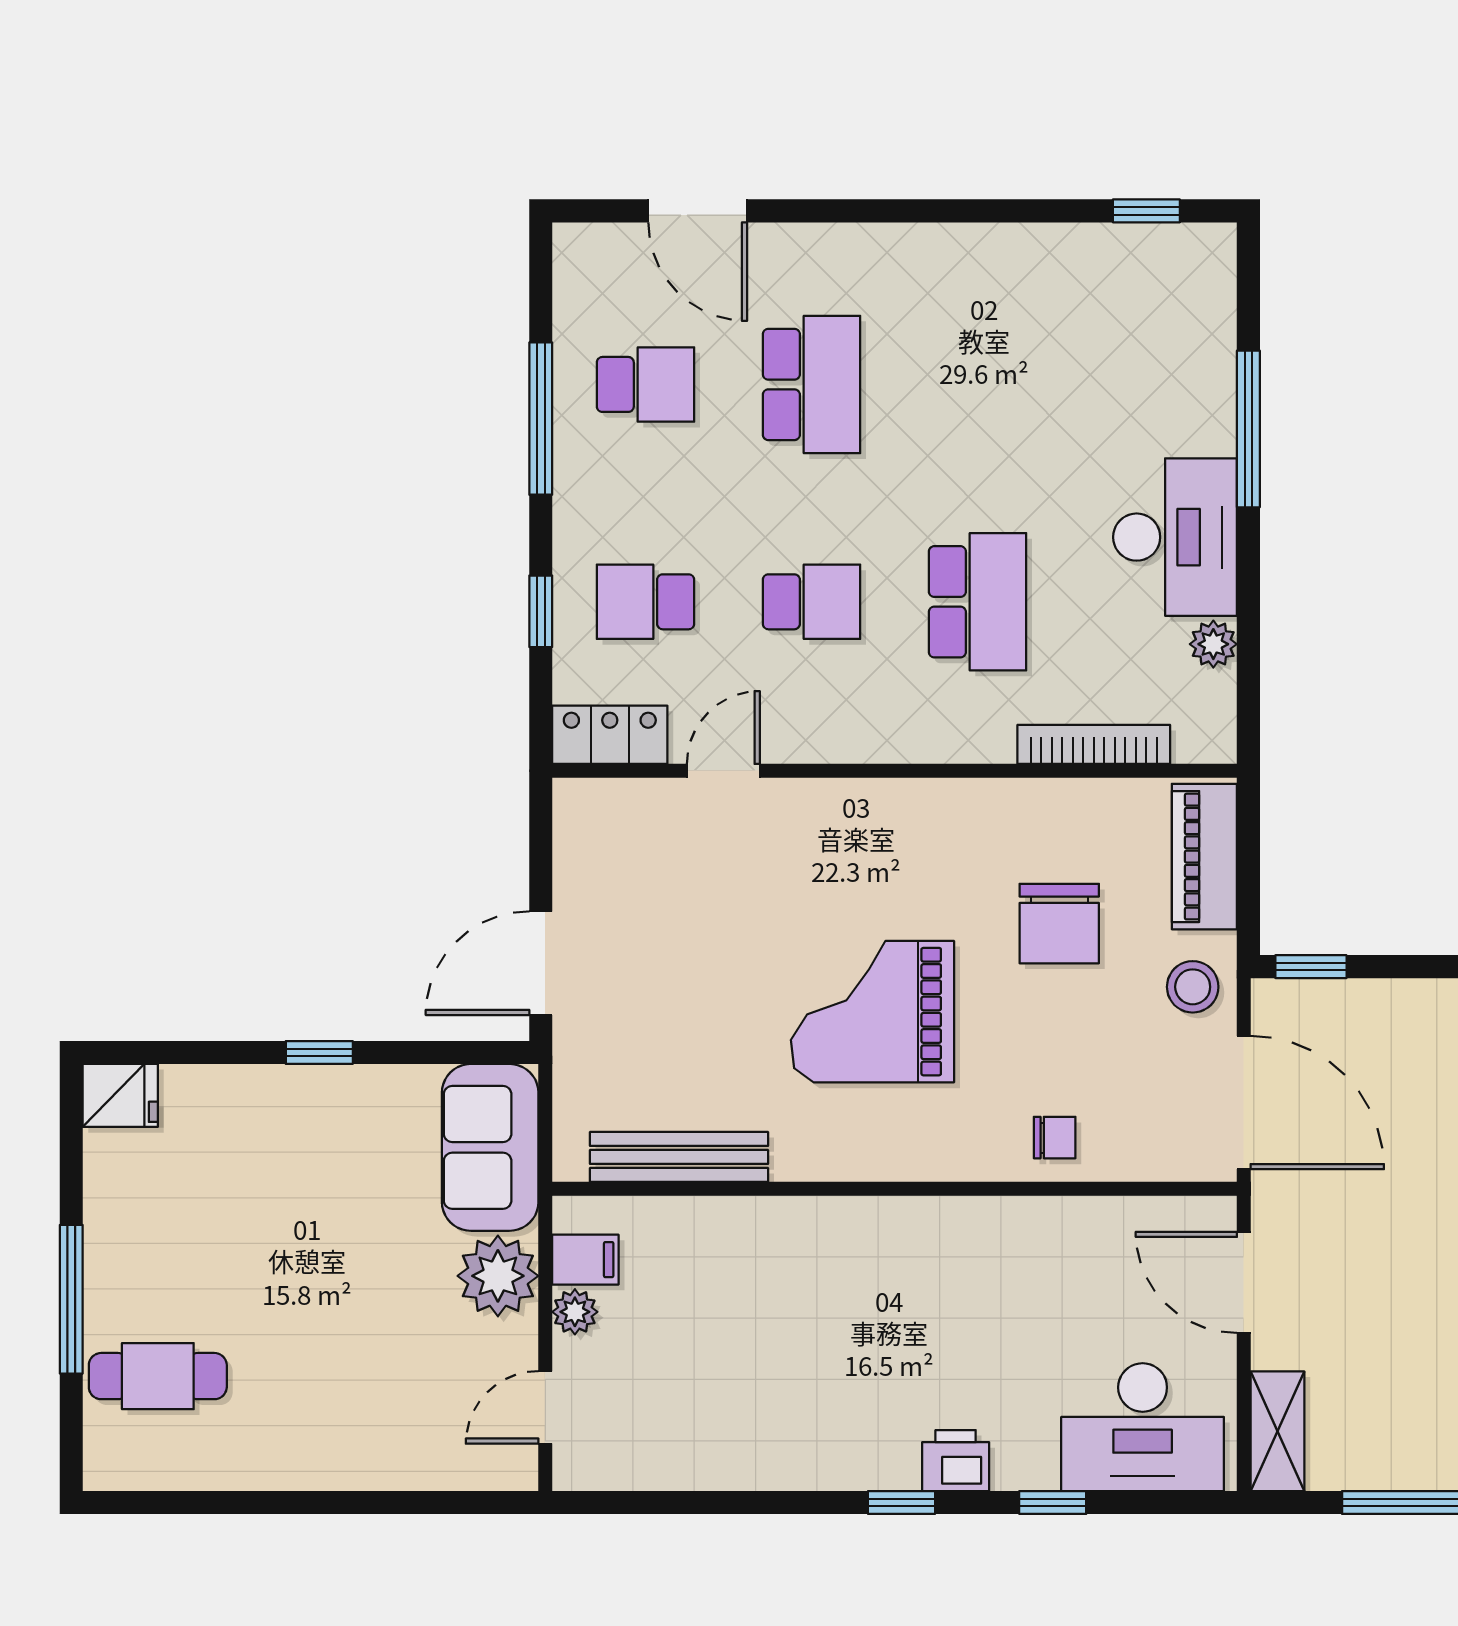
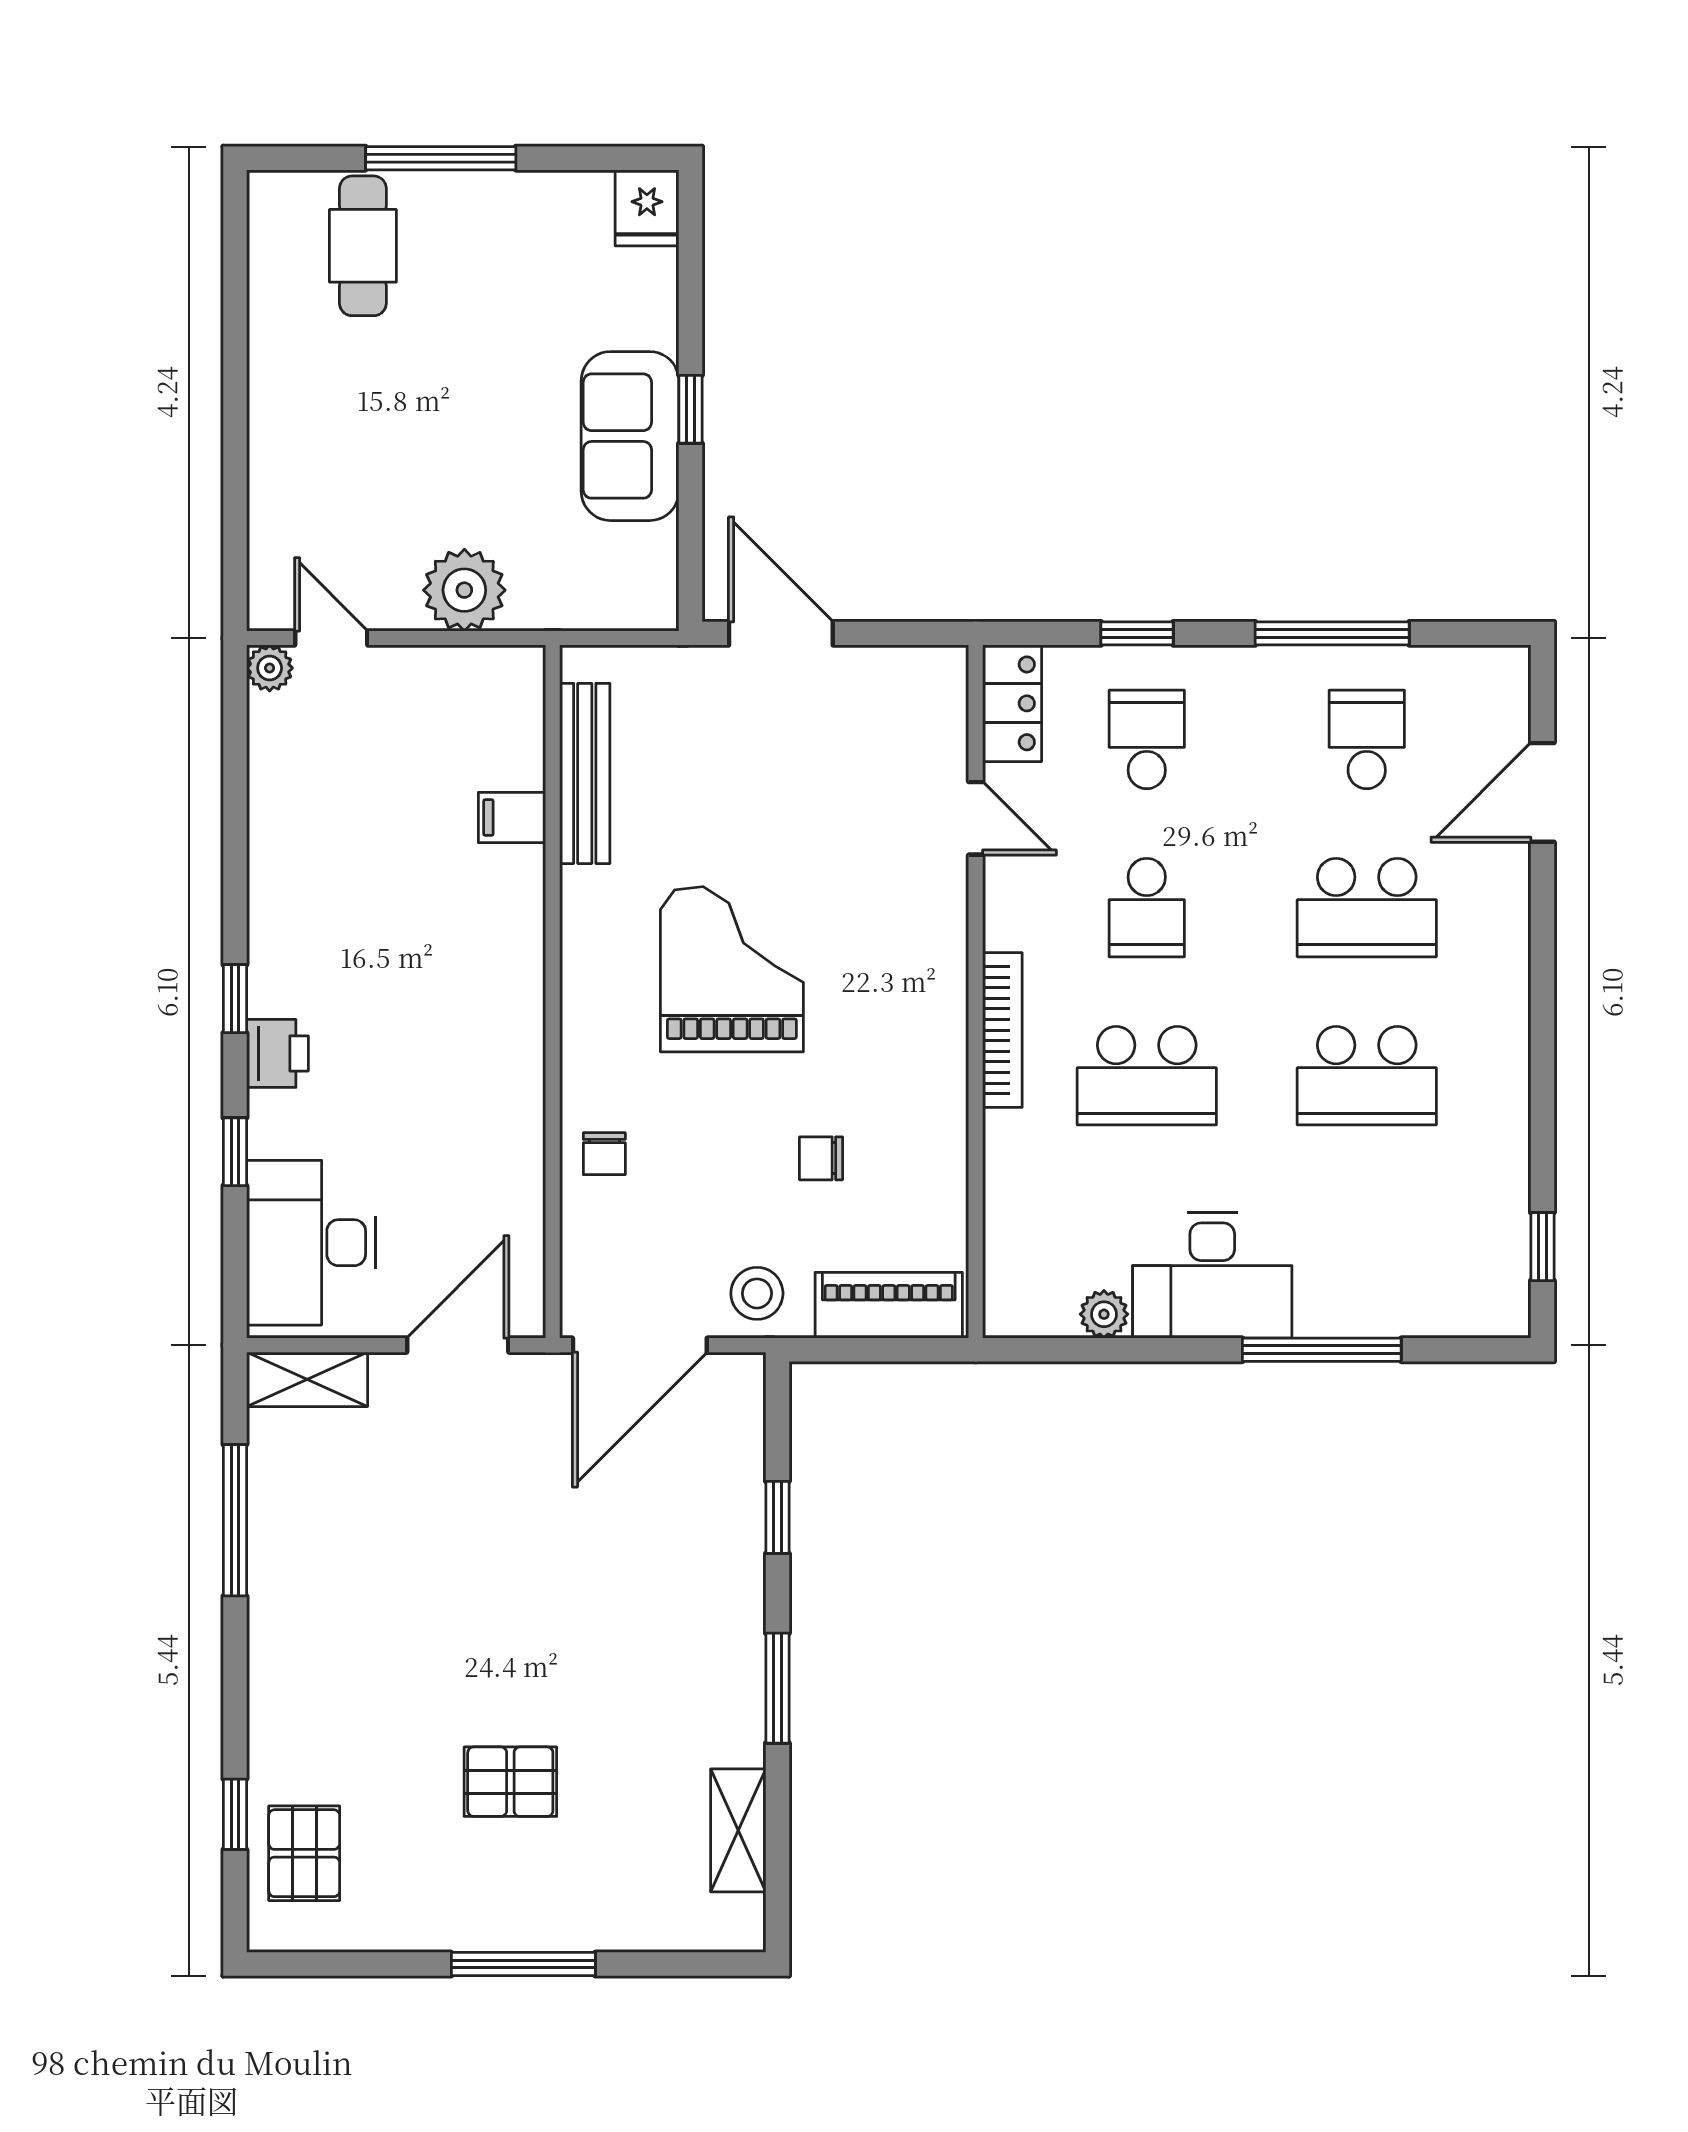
school desk: (645, 384) -> (1367, 739), turned 180
school desk: (978, 384) -> (1367, 1076), added
bookcase: (1094, 744) -> (1002, 1030), moved
chair: (1059, 924) -> (821, 1158), width x0.54, depth x0.54
window: (1311, 967) -> (777, 1517), moved
sofa: (490, 1147) -> (630, 436), moved, turned -90
filing cabinet: (585, 1260) -> (512, 817), moved, turned 90
plant: (575, 1312) -> (270, 668), moved

